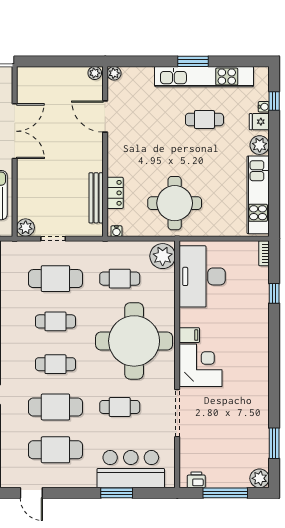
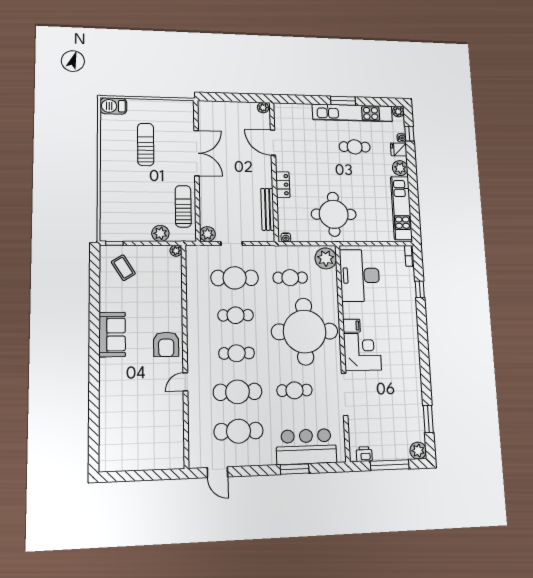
plant: (114, 73) -> (398, 112), moved
locker: (115, 193) -> (283, 185), moved

